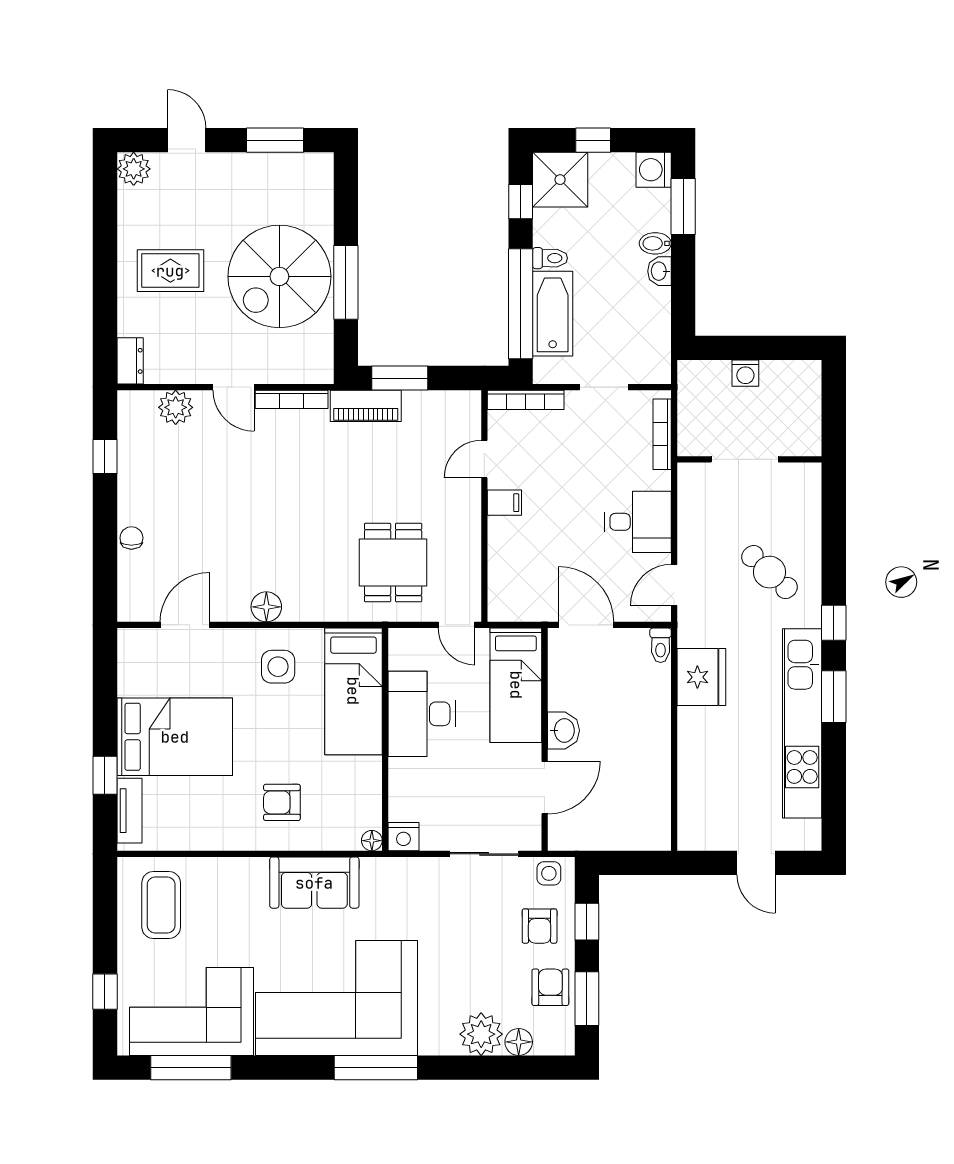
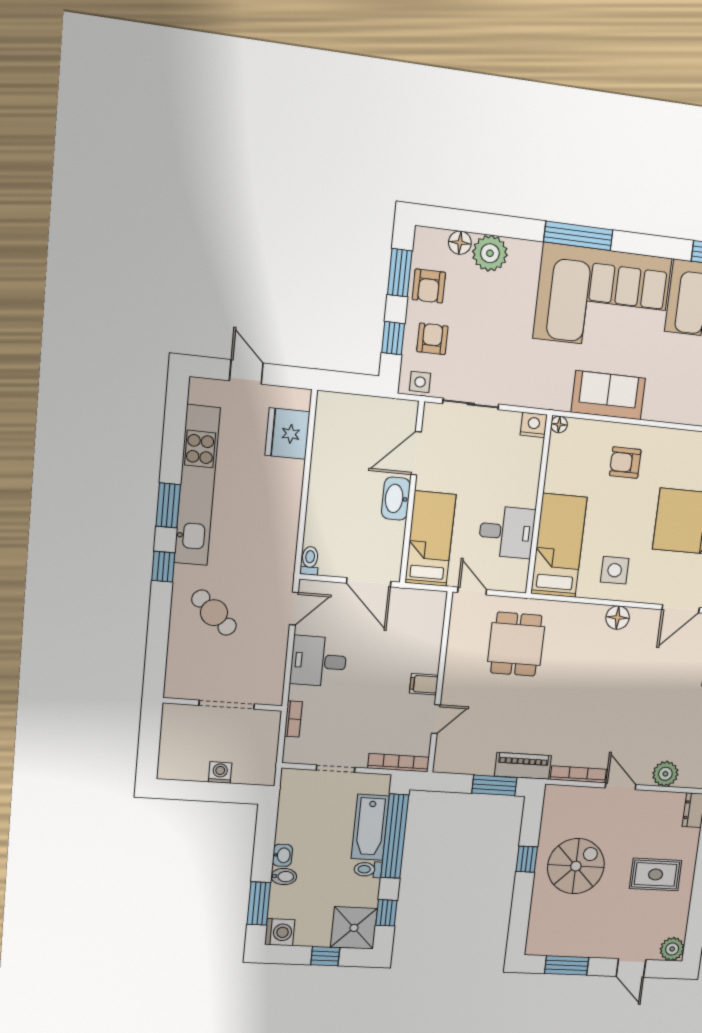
spiral stairs: (279, 276) -> (576, 866), width x0.73, depth x0.73
window: (346, 282) -> (527, 859), width x0.46
bookcase: (662, 434) -> (293, 719), width x0.64
fridge: (701, 677) -> (287, 434), moved
desk: (422, 714) -> (507, 532), width x0.73
washbasin: (563, 730) -> (396, 499), width x1.38
armchair: (282, 802) -> (625, 463), turned 180

